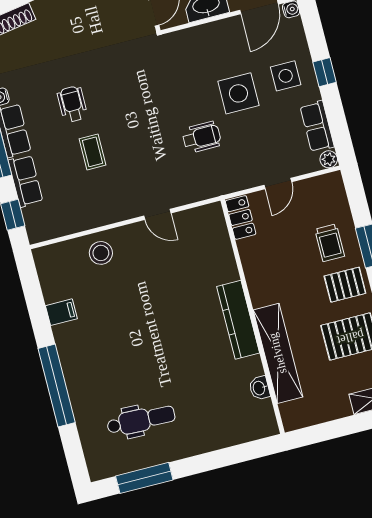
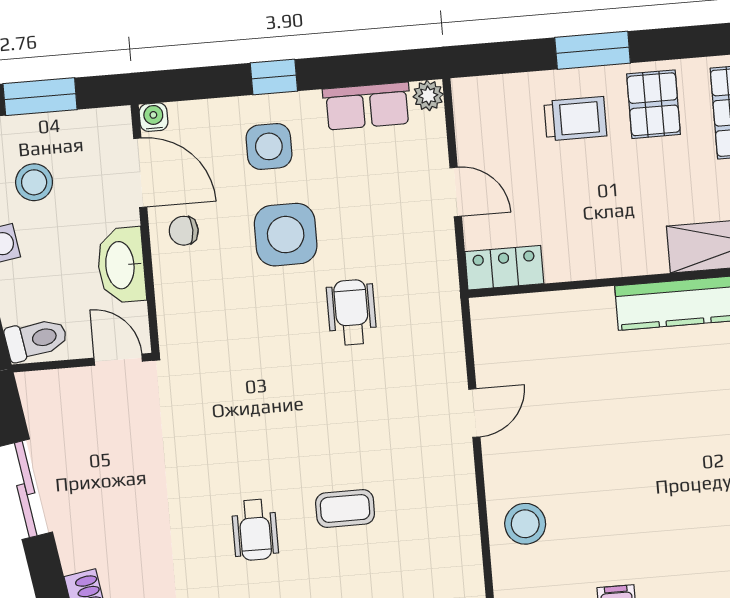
chair: (231, 37) -> (184, 231), added
wheelchair: (72, 104) -> (255, 530), turned -90

